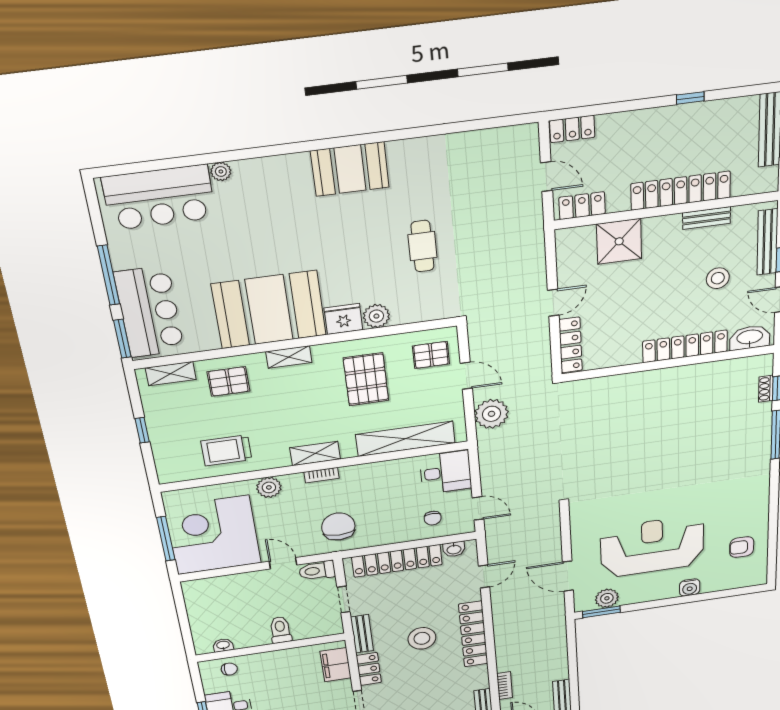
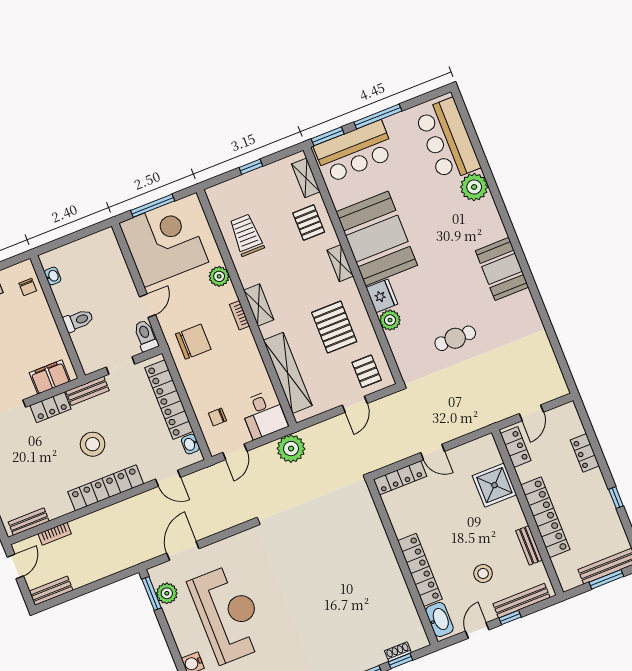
locker: (572, 129) -> (585, 453), moved
plant: (221, 172) -> (474, 187), width x1.88, depth x1.88
pallet: (366, 379) -> (334, 327), turned 90
plant: (492, 414) -> (291, 449), moved

